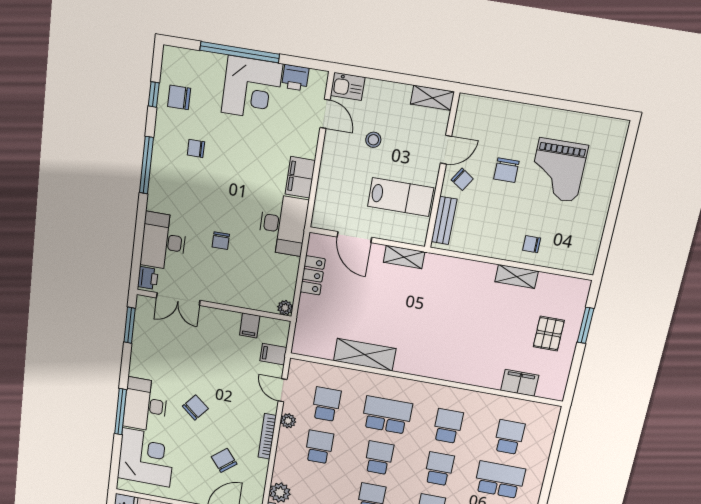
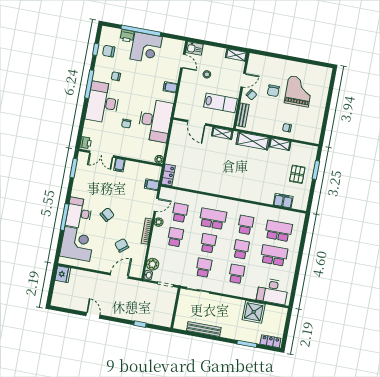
printer: (295, 78) -> (127, 36), moved
grand piano: (558, 170) -> (299, 91), turned 180
filing cabinet: (300, 177) -> (170, 87), width x0.50
desk: (283, 225) -> (155, 120), width x1.36, depth x1.30
desk: (163, 241) -> (103, 103), moved, width x1.36, depth x1.30
locker: (313, 275) -> (168, 175), moved
filing cabinet: (250, 325) -> (119, 165), moved
shelving: (365, 355) -> (253, 141), moved
door: (283, 390) -> (156, 205), swing flipped
school desk: (509, 437) -> (279, 231), width x1.85

